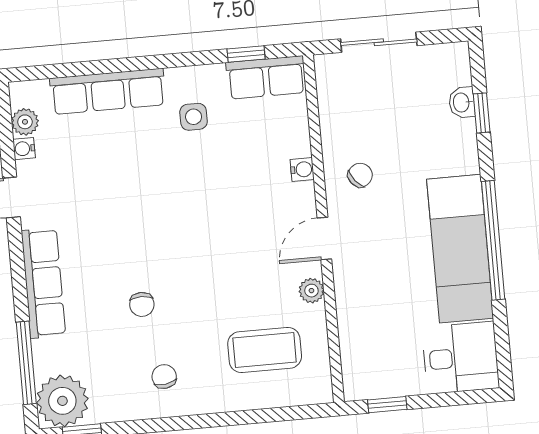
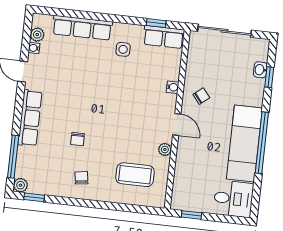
sliding door: (379, 42) -> (224, 31), width x1.37
door: (324, 238) -> (177, 124), swing flipped
plant: (62, 401) -> (21, 185), width x0.53, depth x0.53

